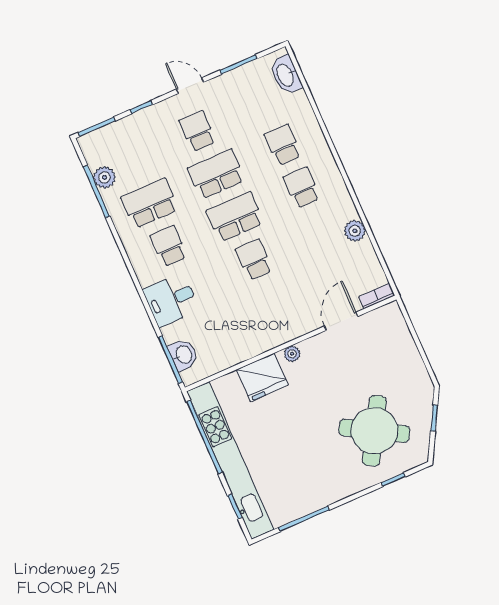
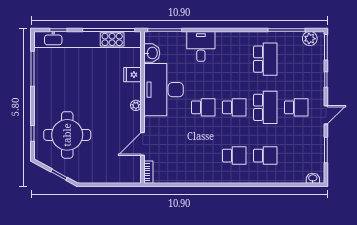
washbasin: (286, 75) -> (313, 178), width x0.52, depth x0.69
plant: (104, 177) -> (310, 39), moved
school desk: (235, 217) -> (234, 107), width x0.54
plant: (355, 231) -> (194, 176), removed
school desk: (169, 246) -> (234, 59), removed
door: (341, 321) -> (143, 144), swing flipped
desk: (253, 325) -> (164, 90), added
washbasin: (183, 355) -> (152, 53), moved, turned -90
fridge: (262, 377) -> (132, 75), width x0.53, depth x0.75
round table: (374, 431) -> (67, 135), turned -30

